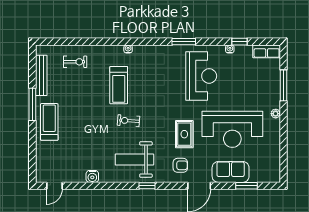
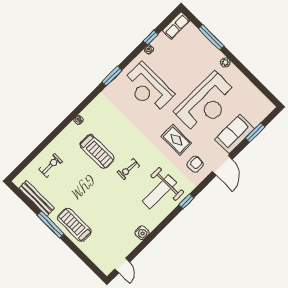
reception desk: (201, 76) -> (148, 88), turned 180

